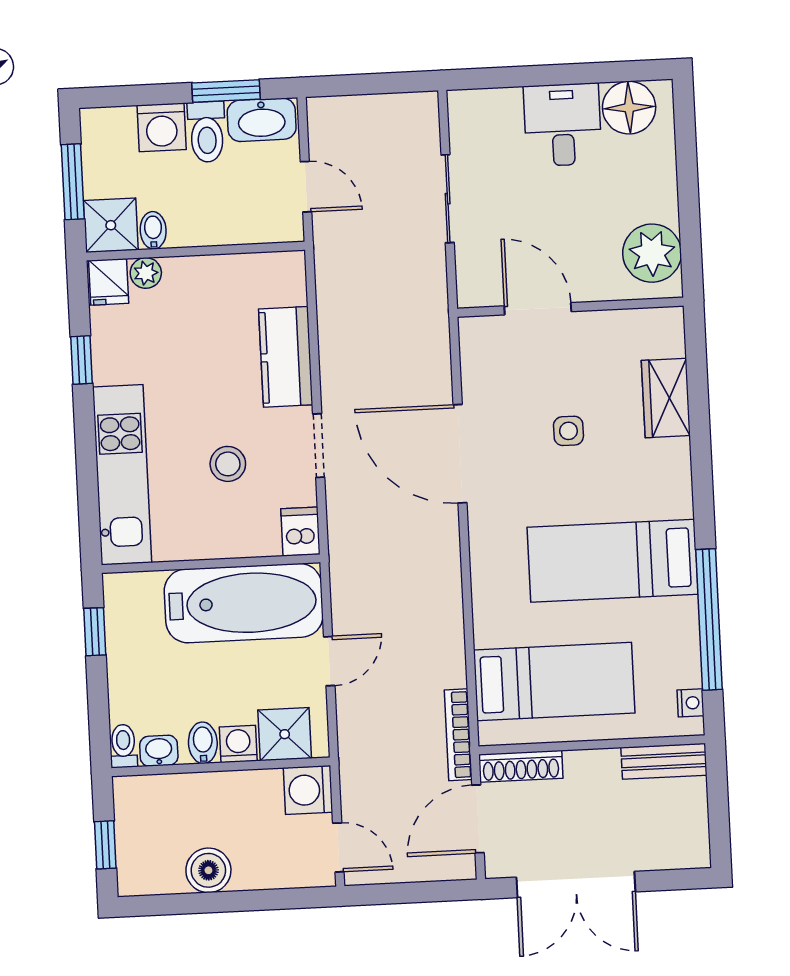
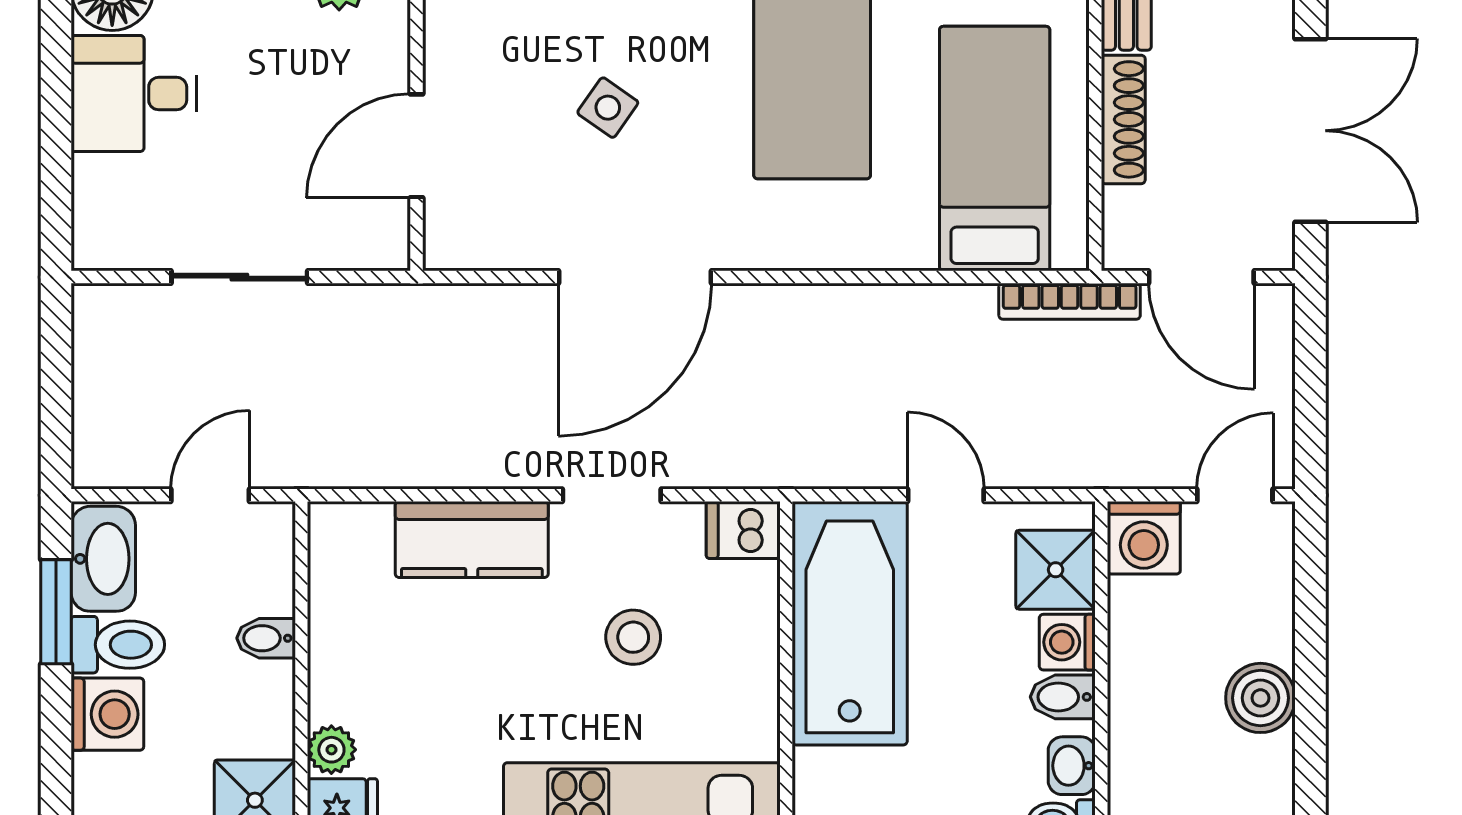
bidet: (153, 230) -> (266, 638), moved
side table: (568, 431) -> (608, 108), turned 35
shoe rack: (521, 766) -> (1123, 119), moved

